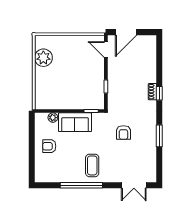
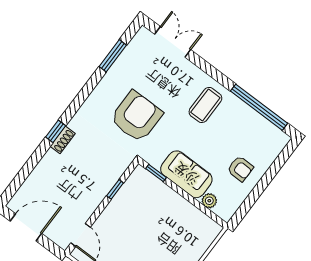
door: (126, 32) -> (26, 227), moved
armchair: (123, 133) -> (136, 116), width x1.88, depth x1.88
window: (159, 136) -> (113, 56), moved
window: (81, 185) -> (259, 107), moved

